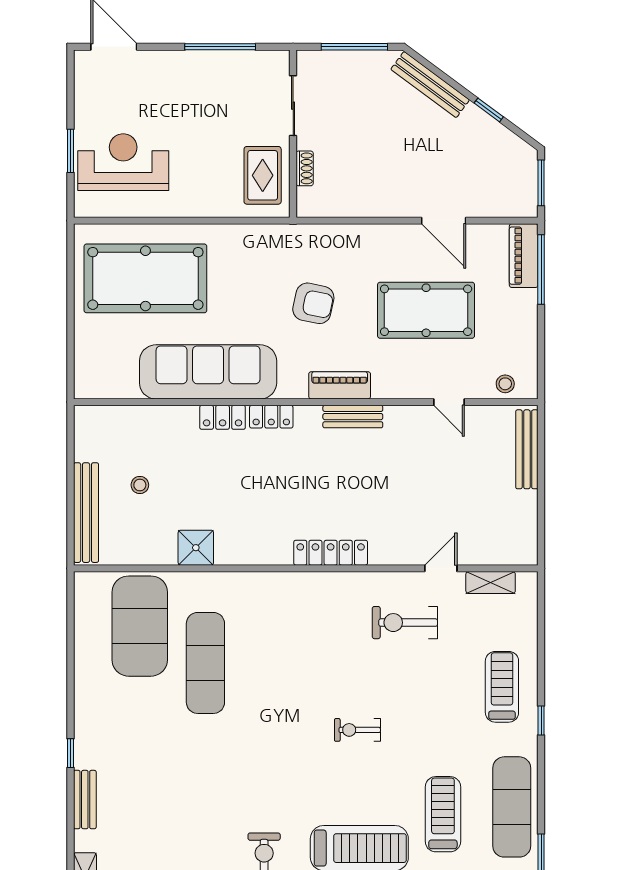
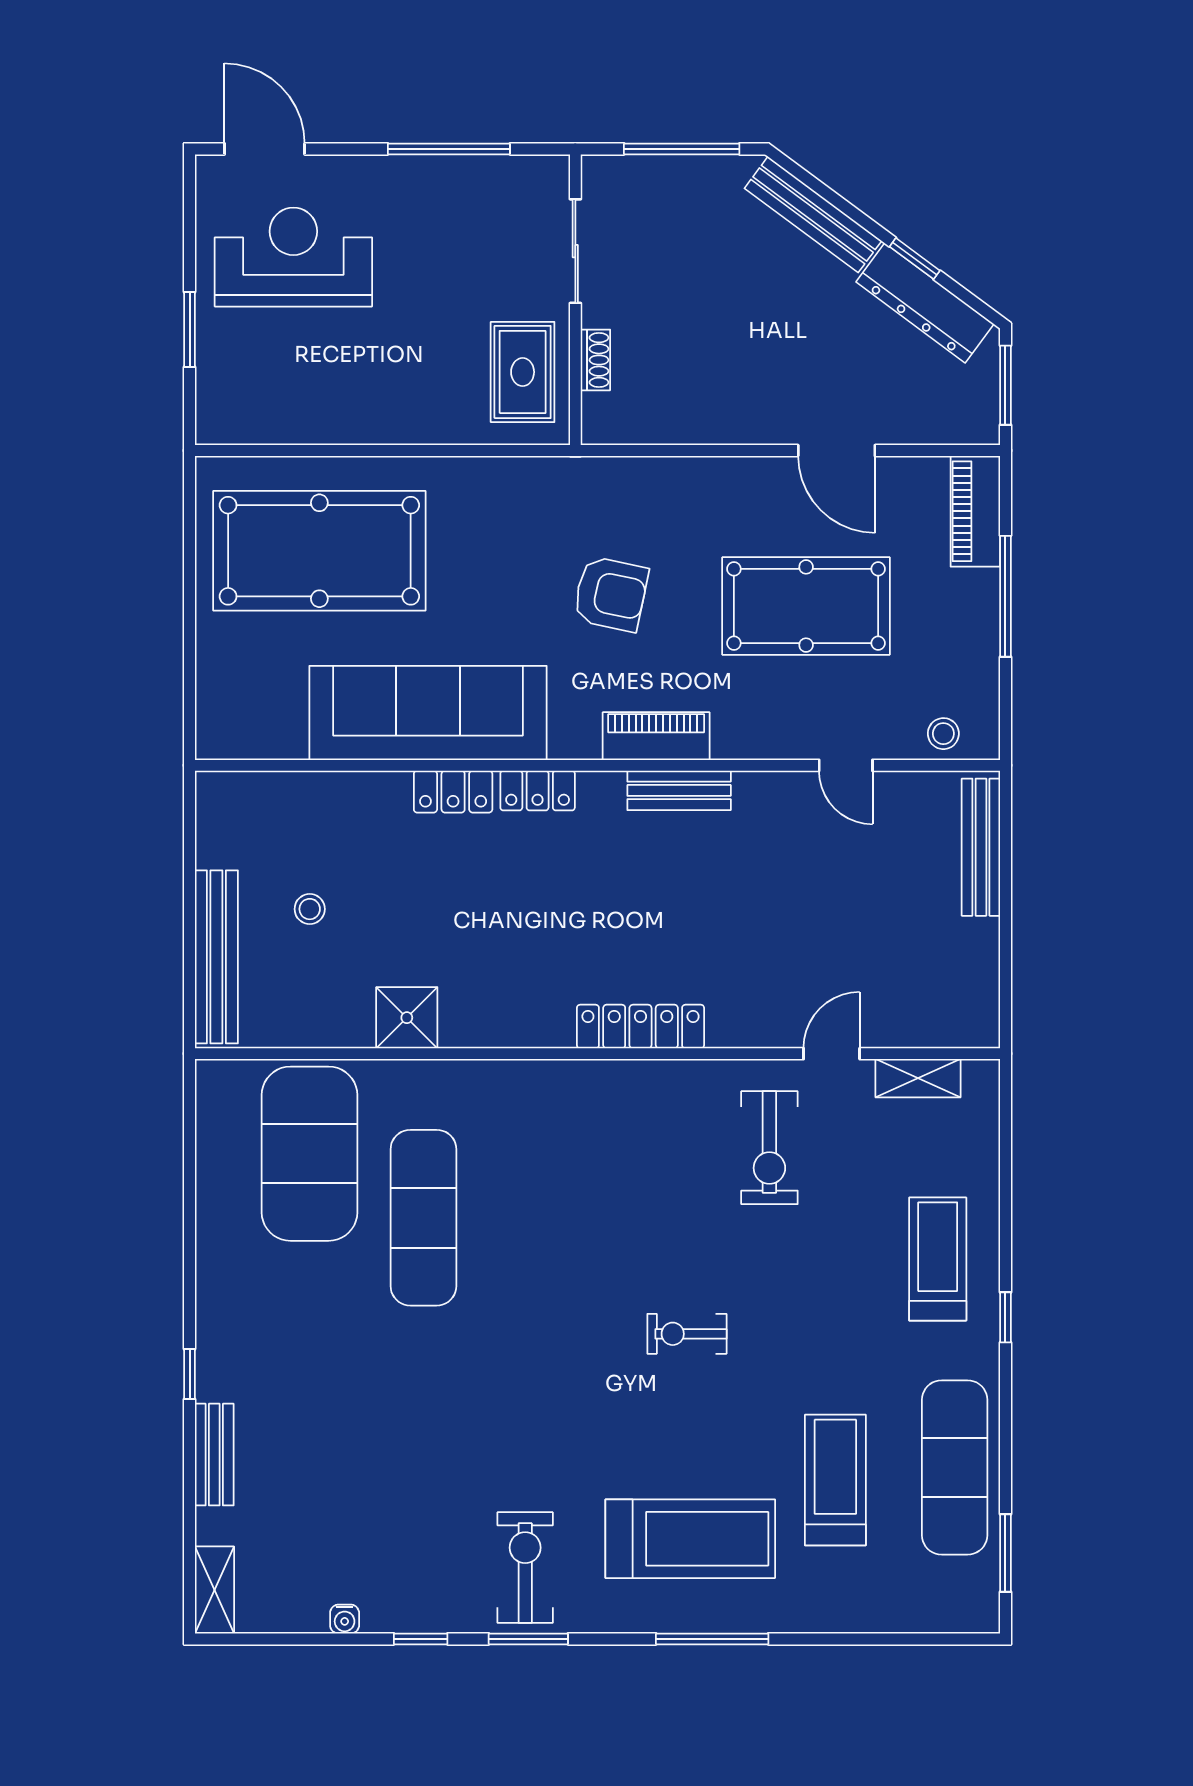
dresser: (495, 136) -> (925, 303), added
reception desk: (123, 162) -> (293, 257), moved
window: (541, 270) -> (1005, 596), moved
exercise bike: (405, 623) -> (769, 1148), turned -90

